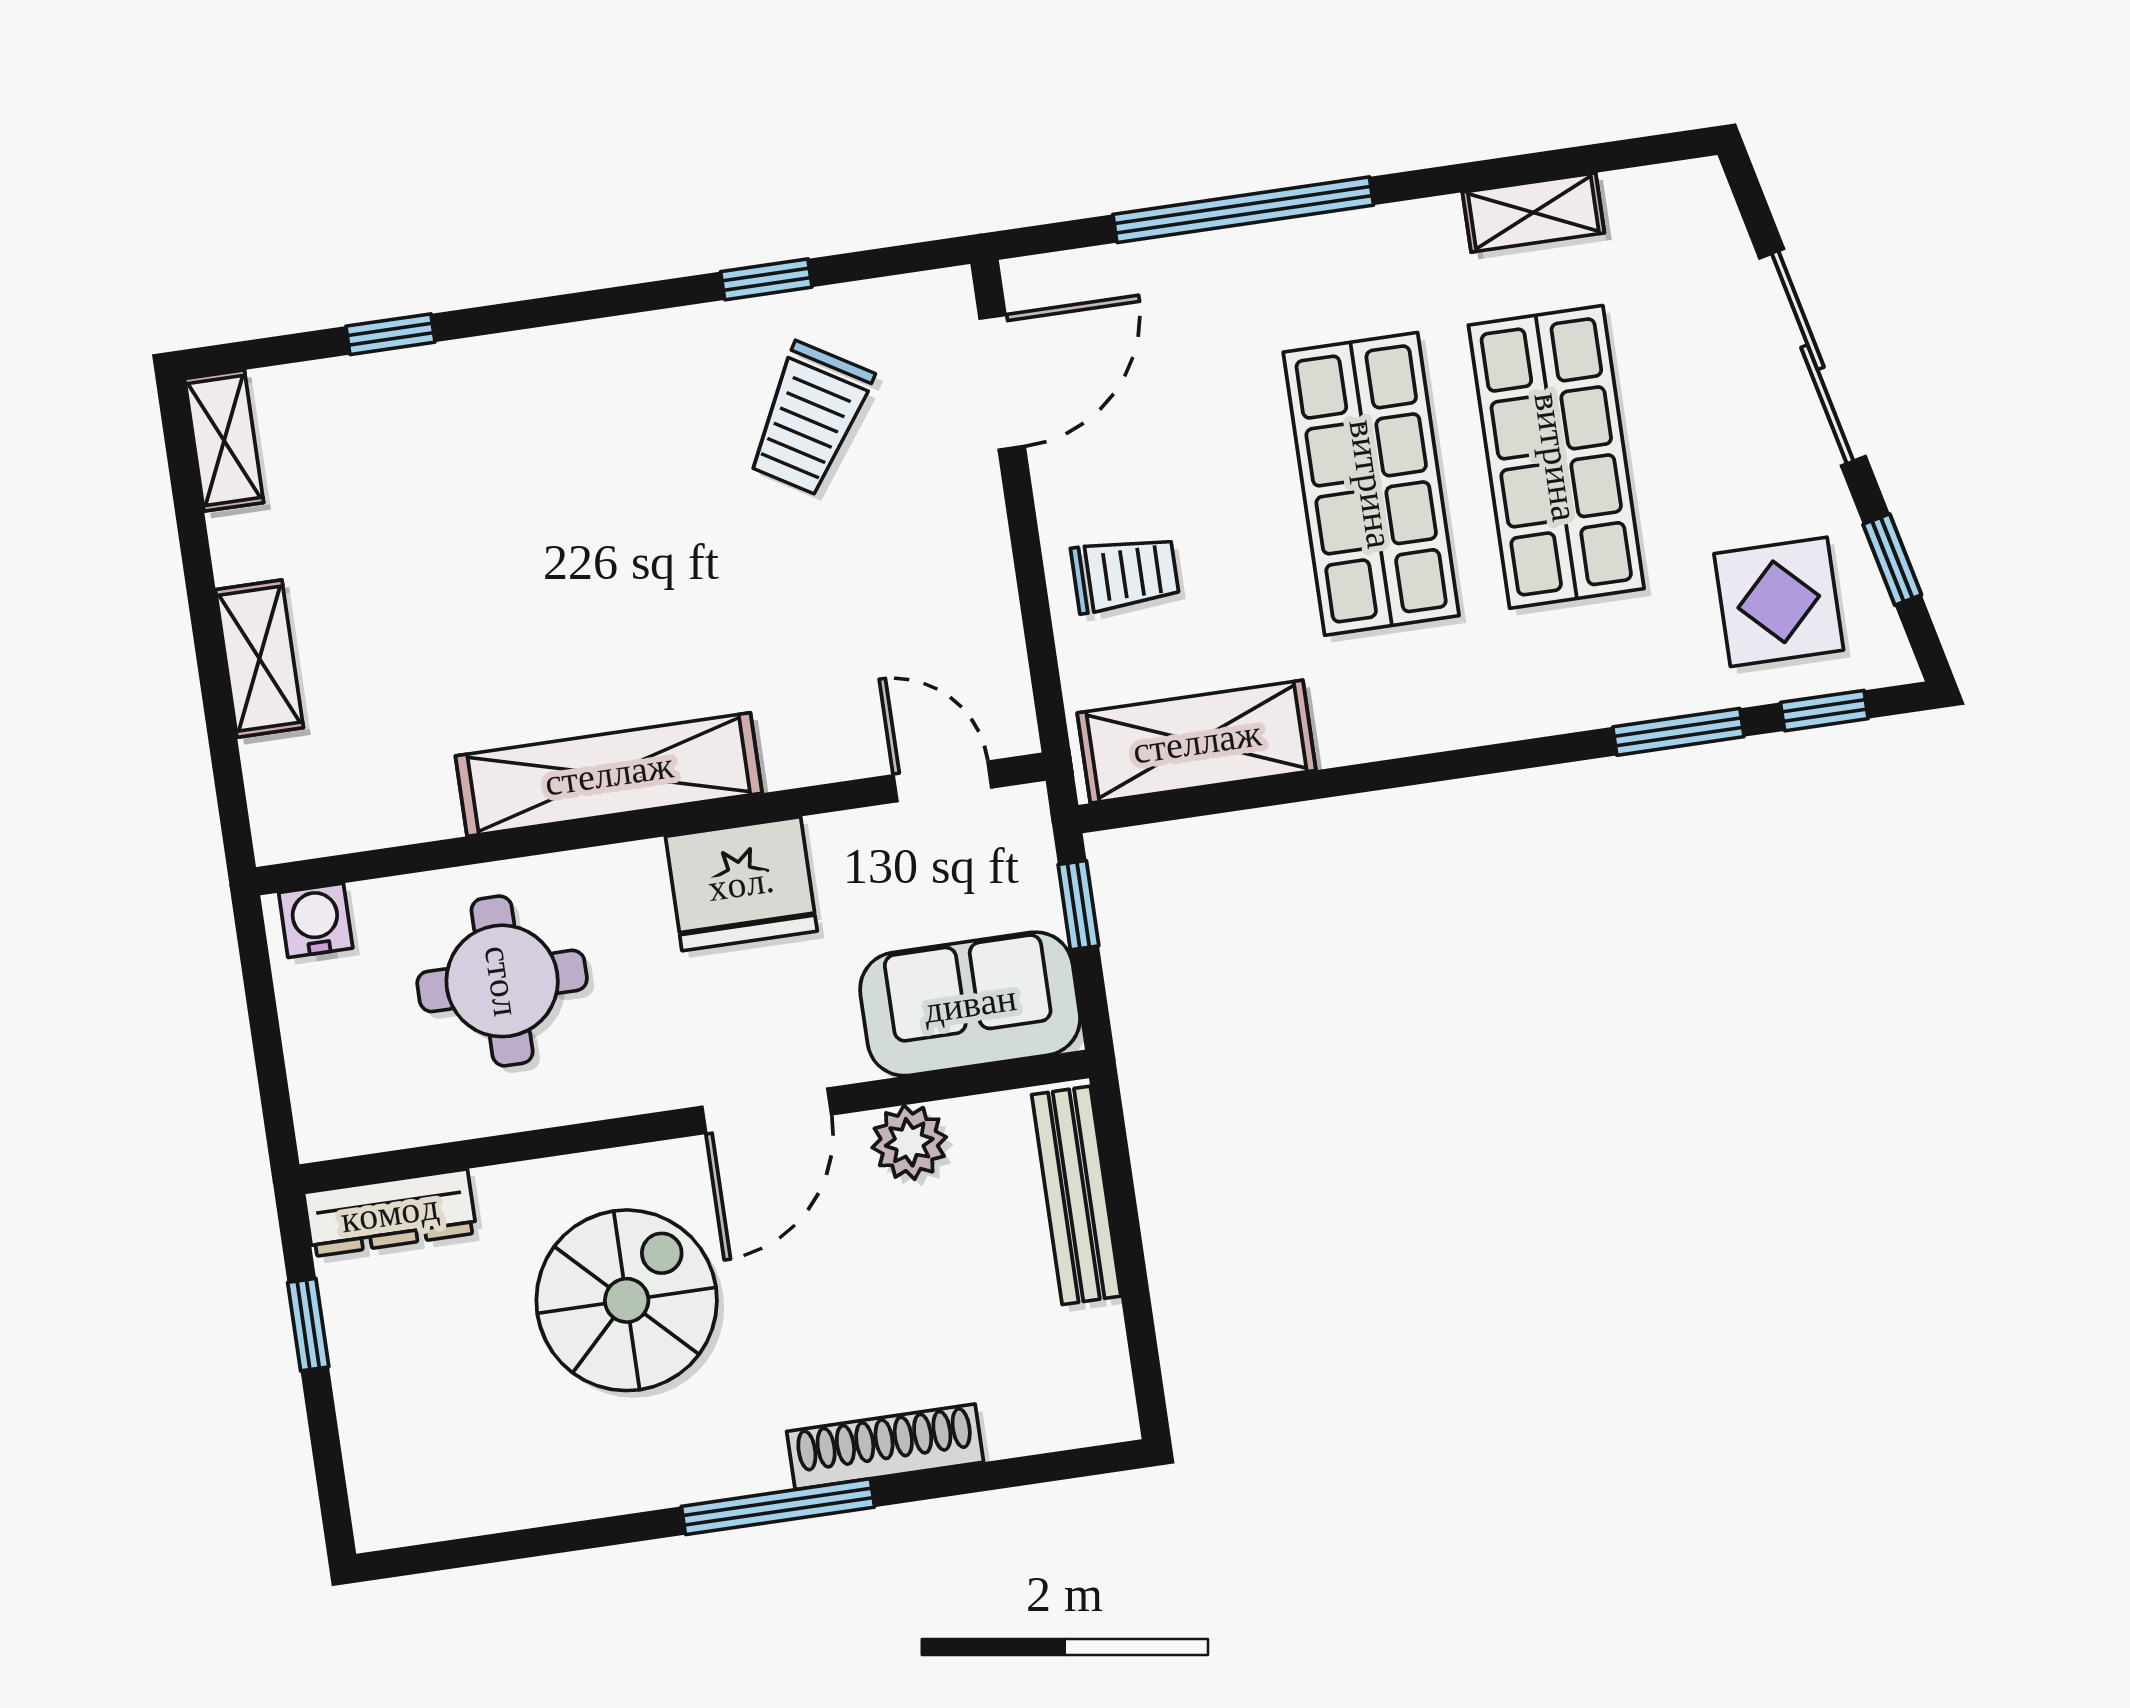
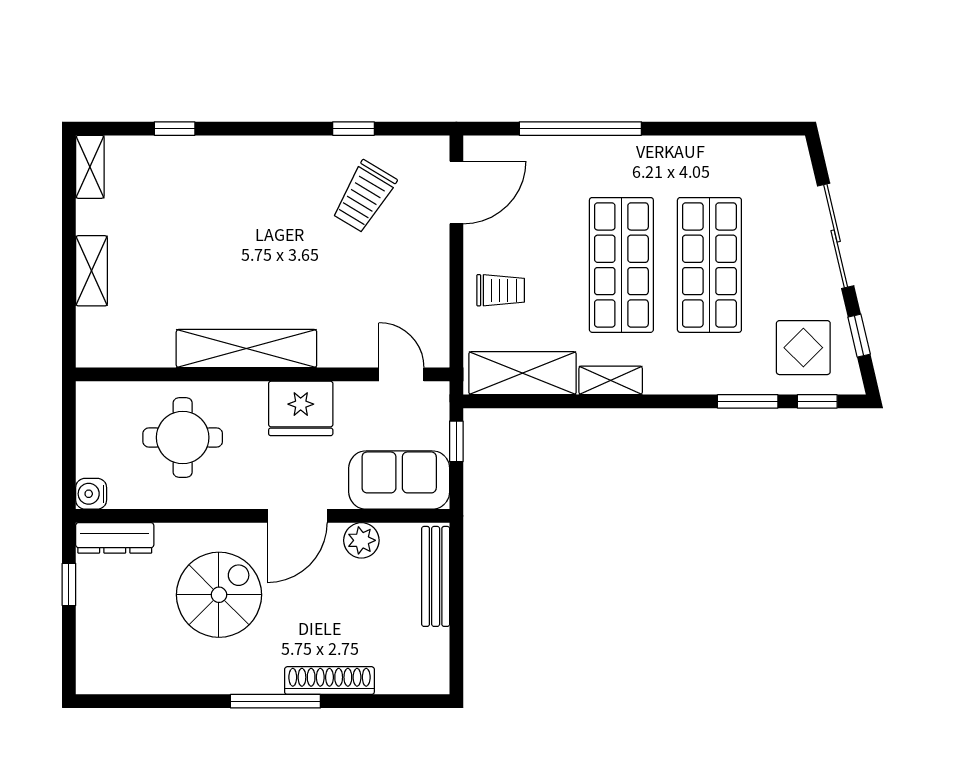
shelving: (1533, 212) -> (611, 380), moved
water cooler: (316, 920) -> (91, 494), moved, turned -90

